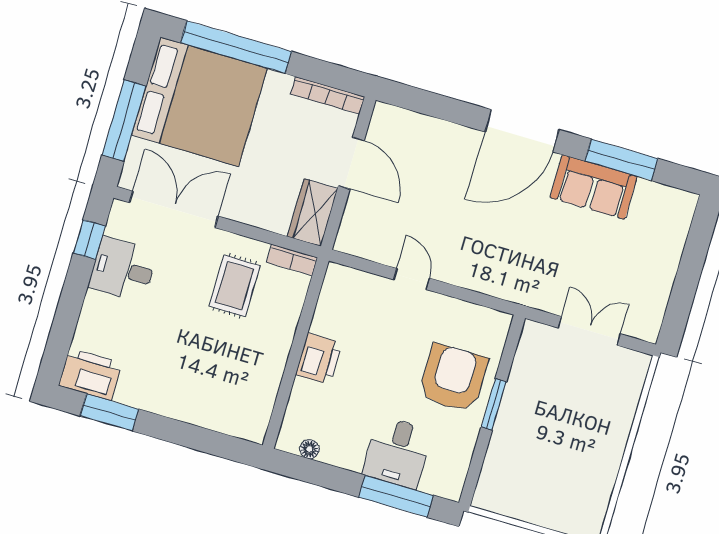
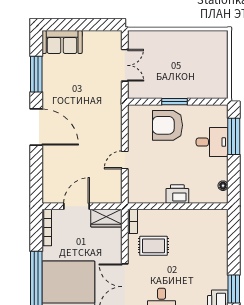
sofa: (594, 187) -> (62, 42), moved, turned 90
double door: (589, 331) -> (125, 65), swing flipped

